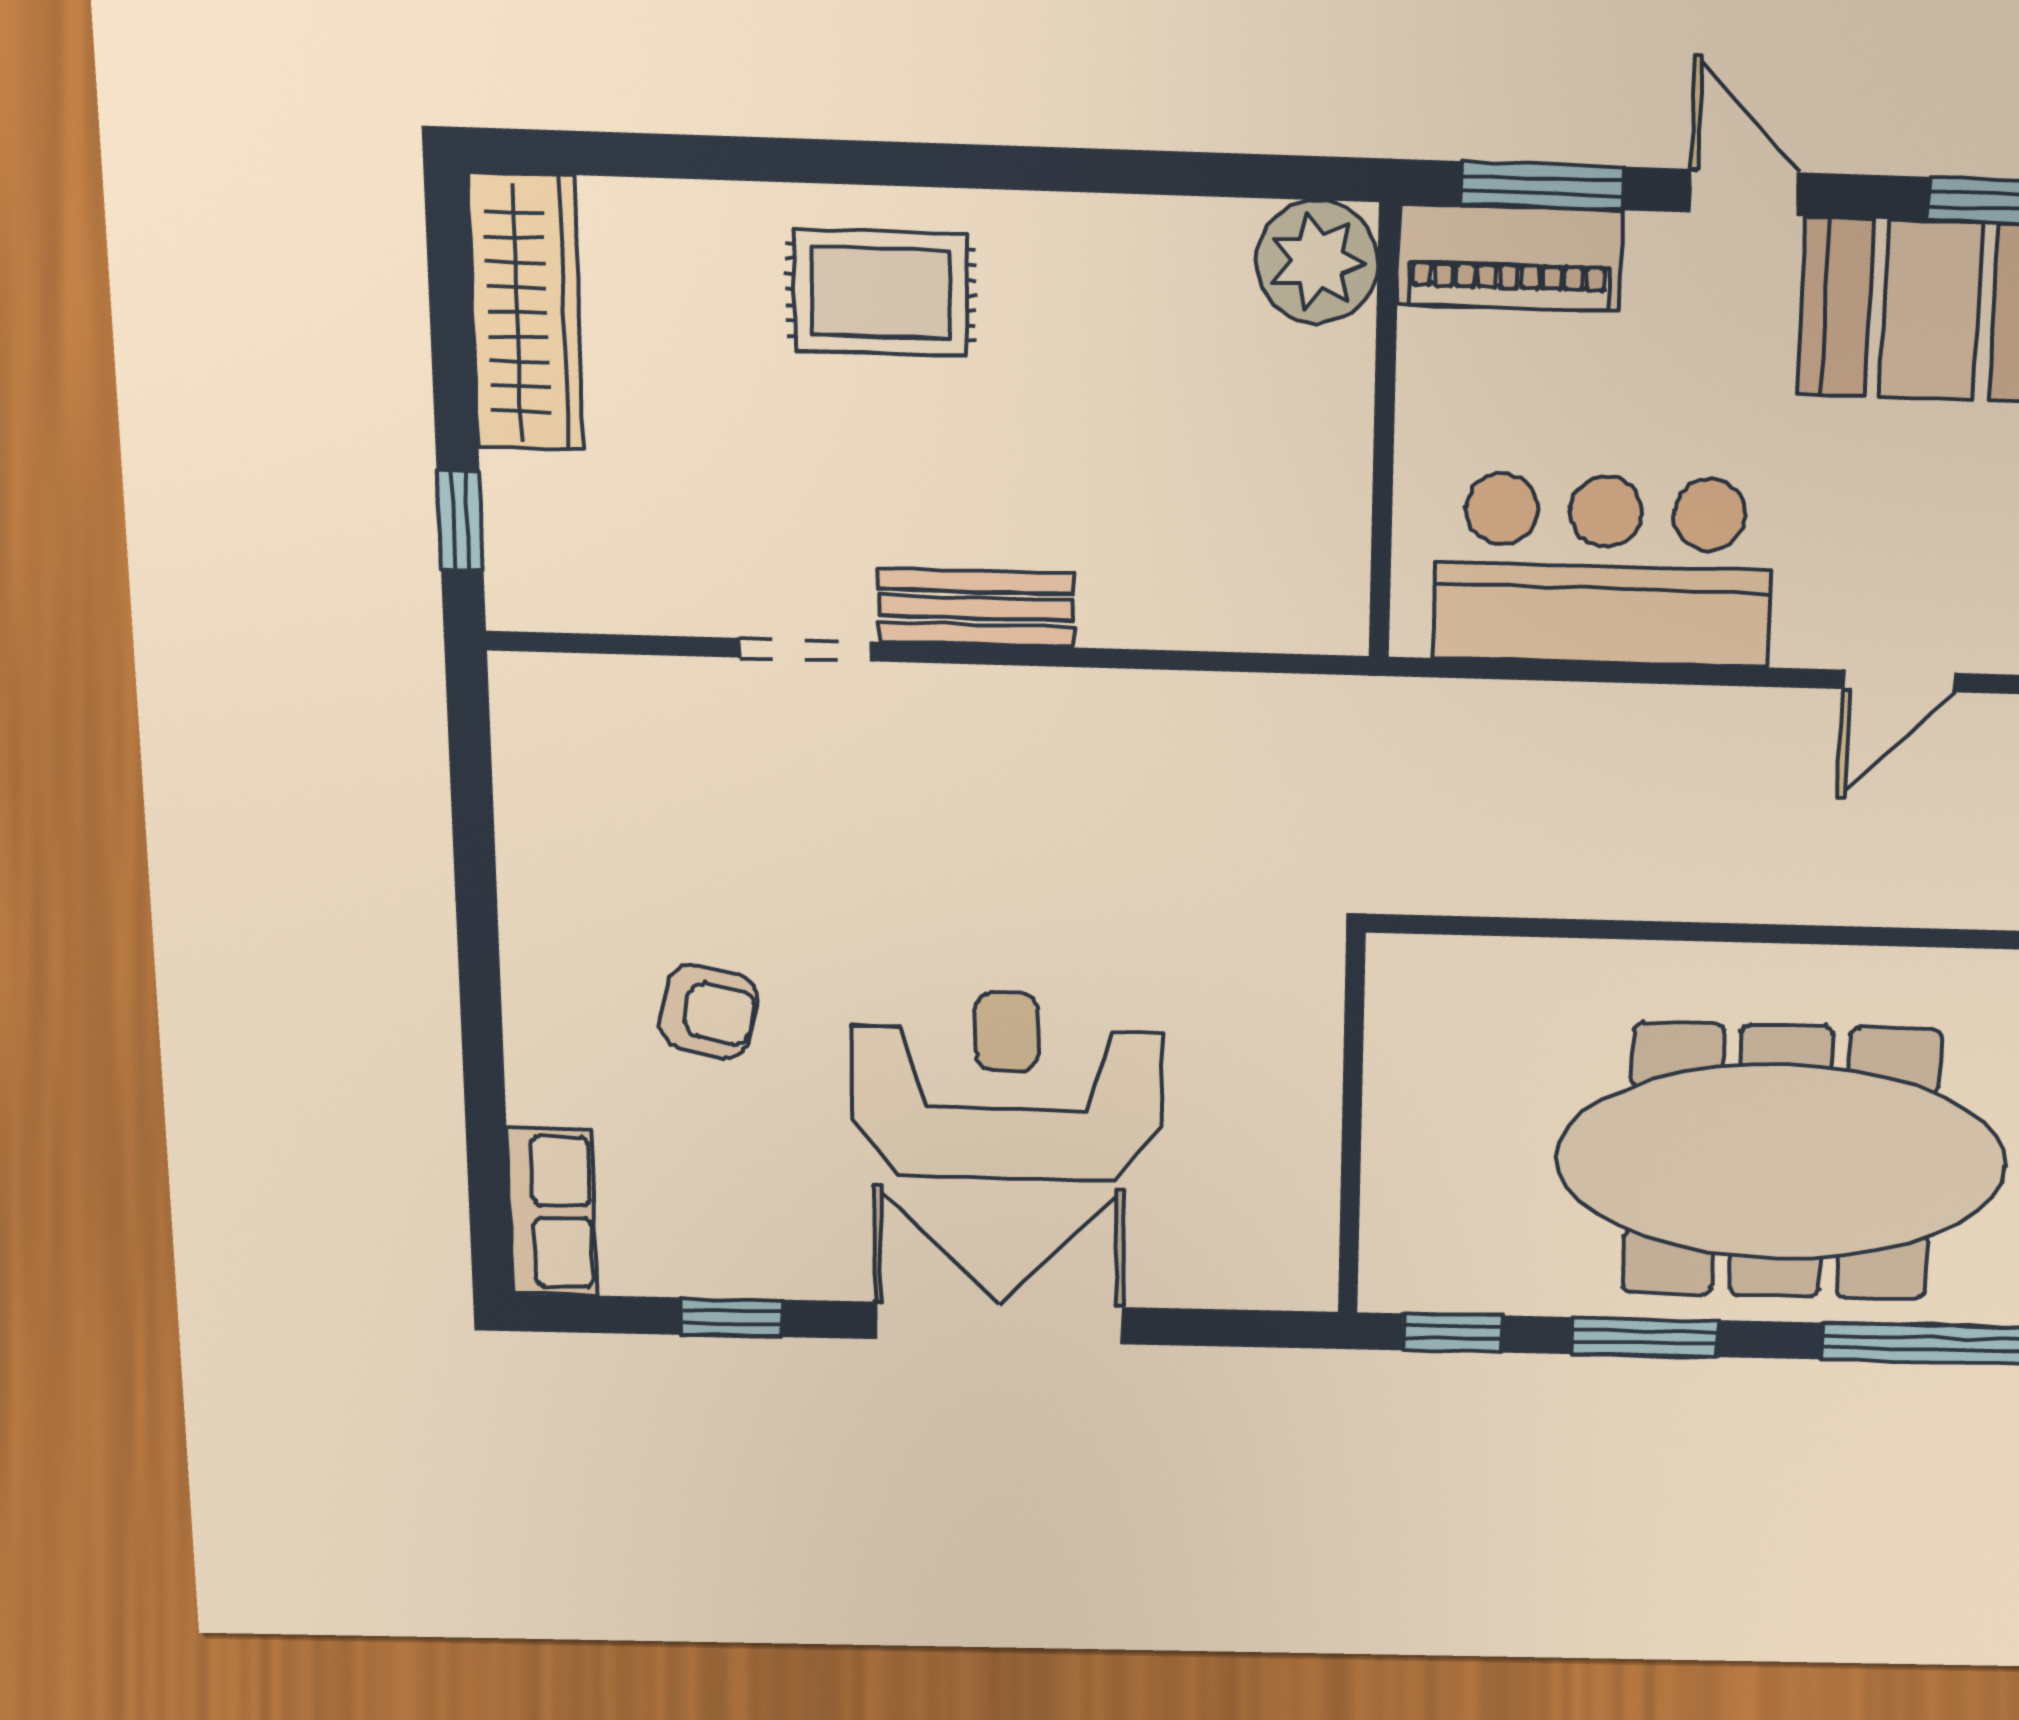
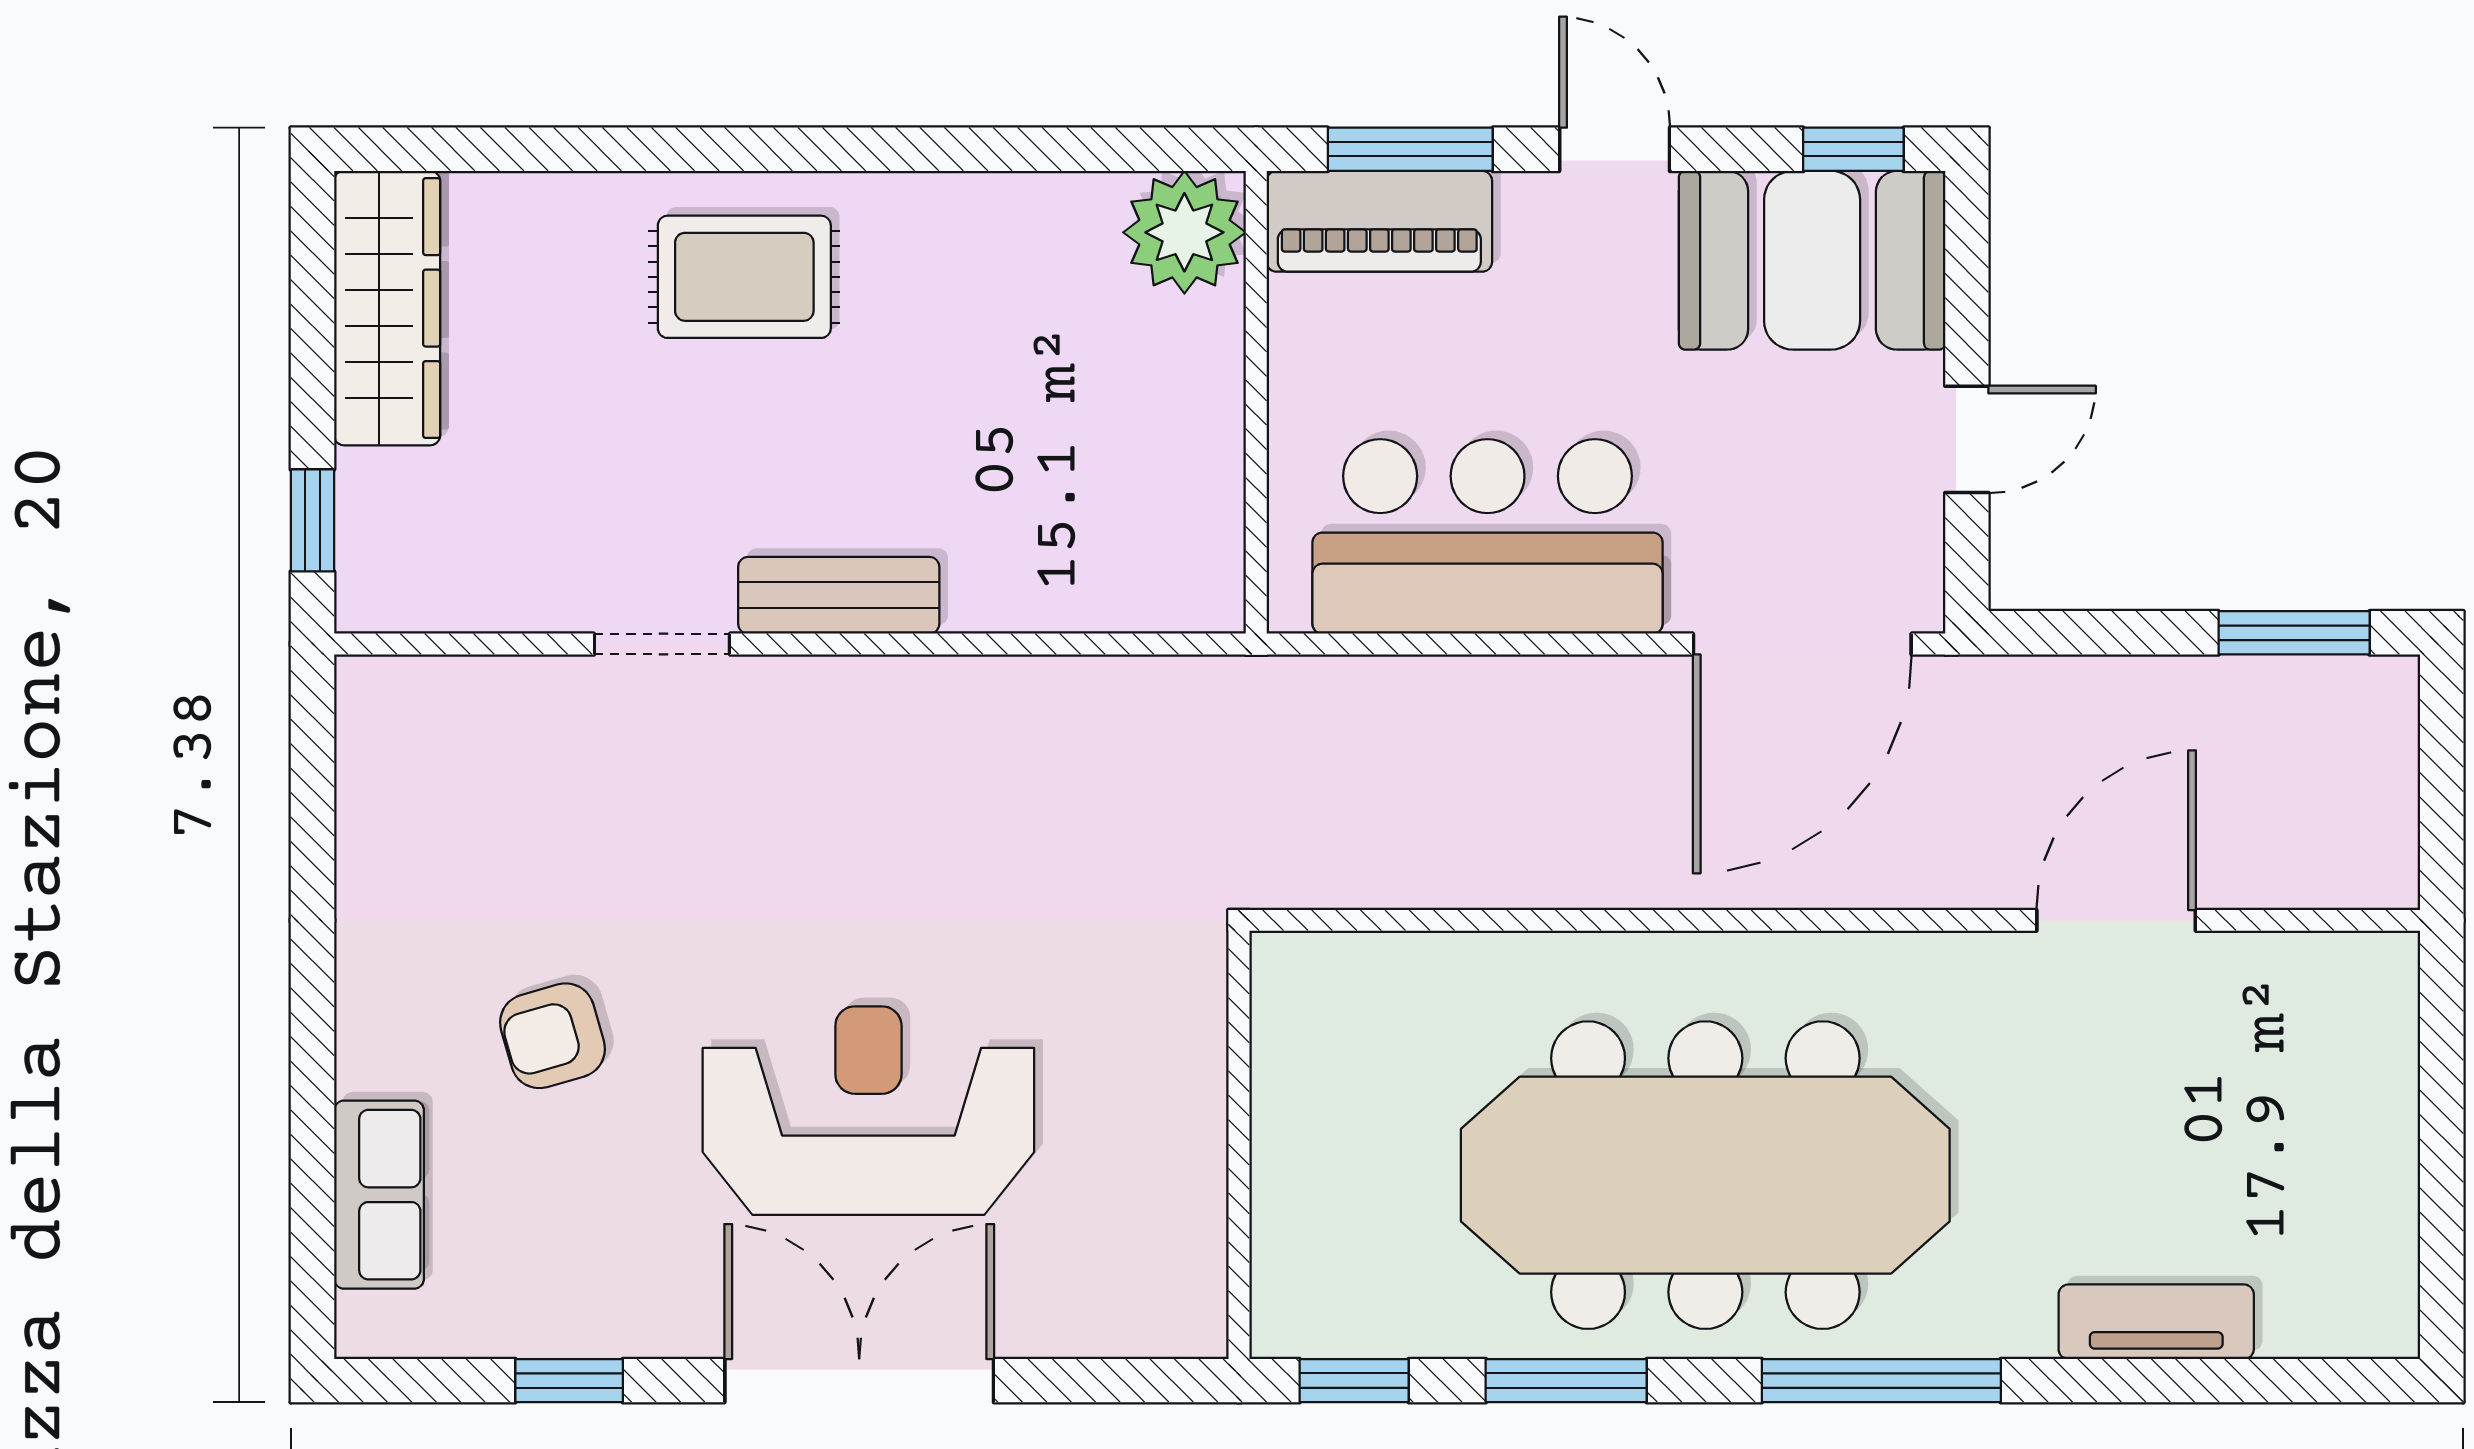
door: (1899, 681) -> (1802, 644), width x1.88
armchair: (709, 1011) -> (553, 1036), turned 152
row of seats: (552, 1212) -> (379, 1195), moved

